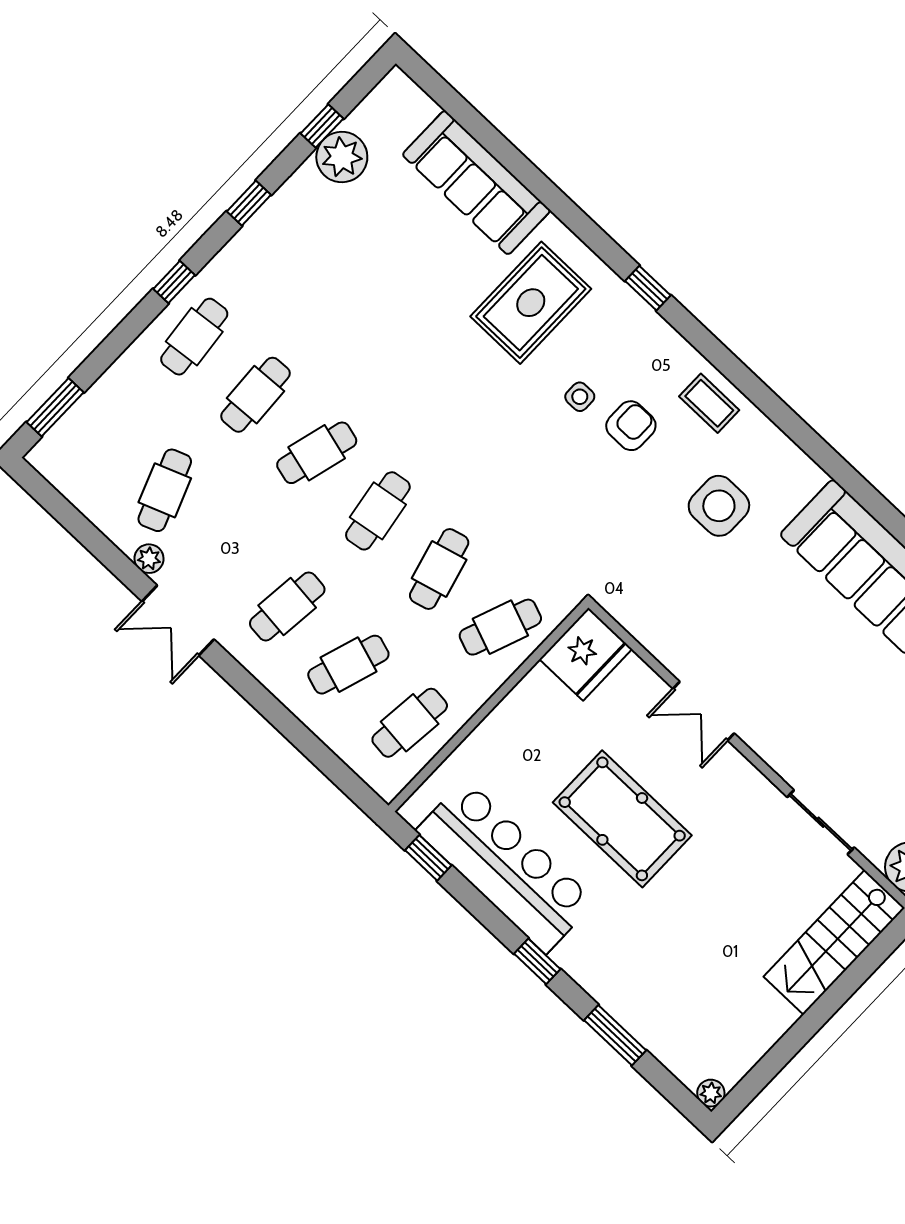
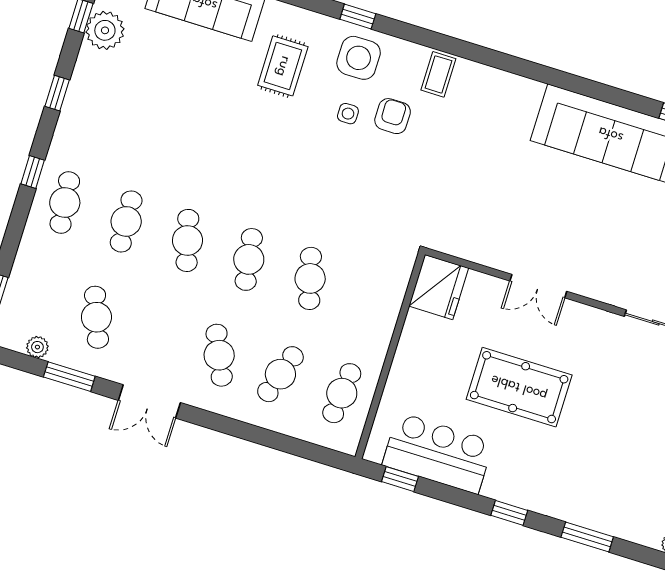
rug: (531, 303) -> (283, 66), width x0.73, depth x0.70
coffee table: (709, 403) -> (438, 74), turned 90
cafe table: (317, 453) -> (187, 240), turned -30
side table: (719, 506) -> (359, 58), moved
window: (98, 545) -> (69, 377), added
plant: (149, 559) -> (37, 347), moved
cafe table: (287, 606) -> (219, 355), turned -30
cafe table: (500, 627) -> (371, 297), removed
bar counter: (506, 866) -> (438, 453), width x0.73

